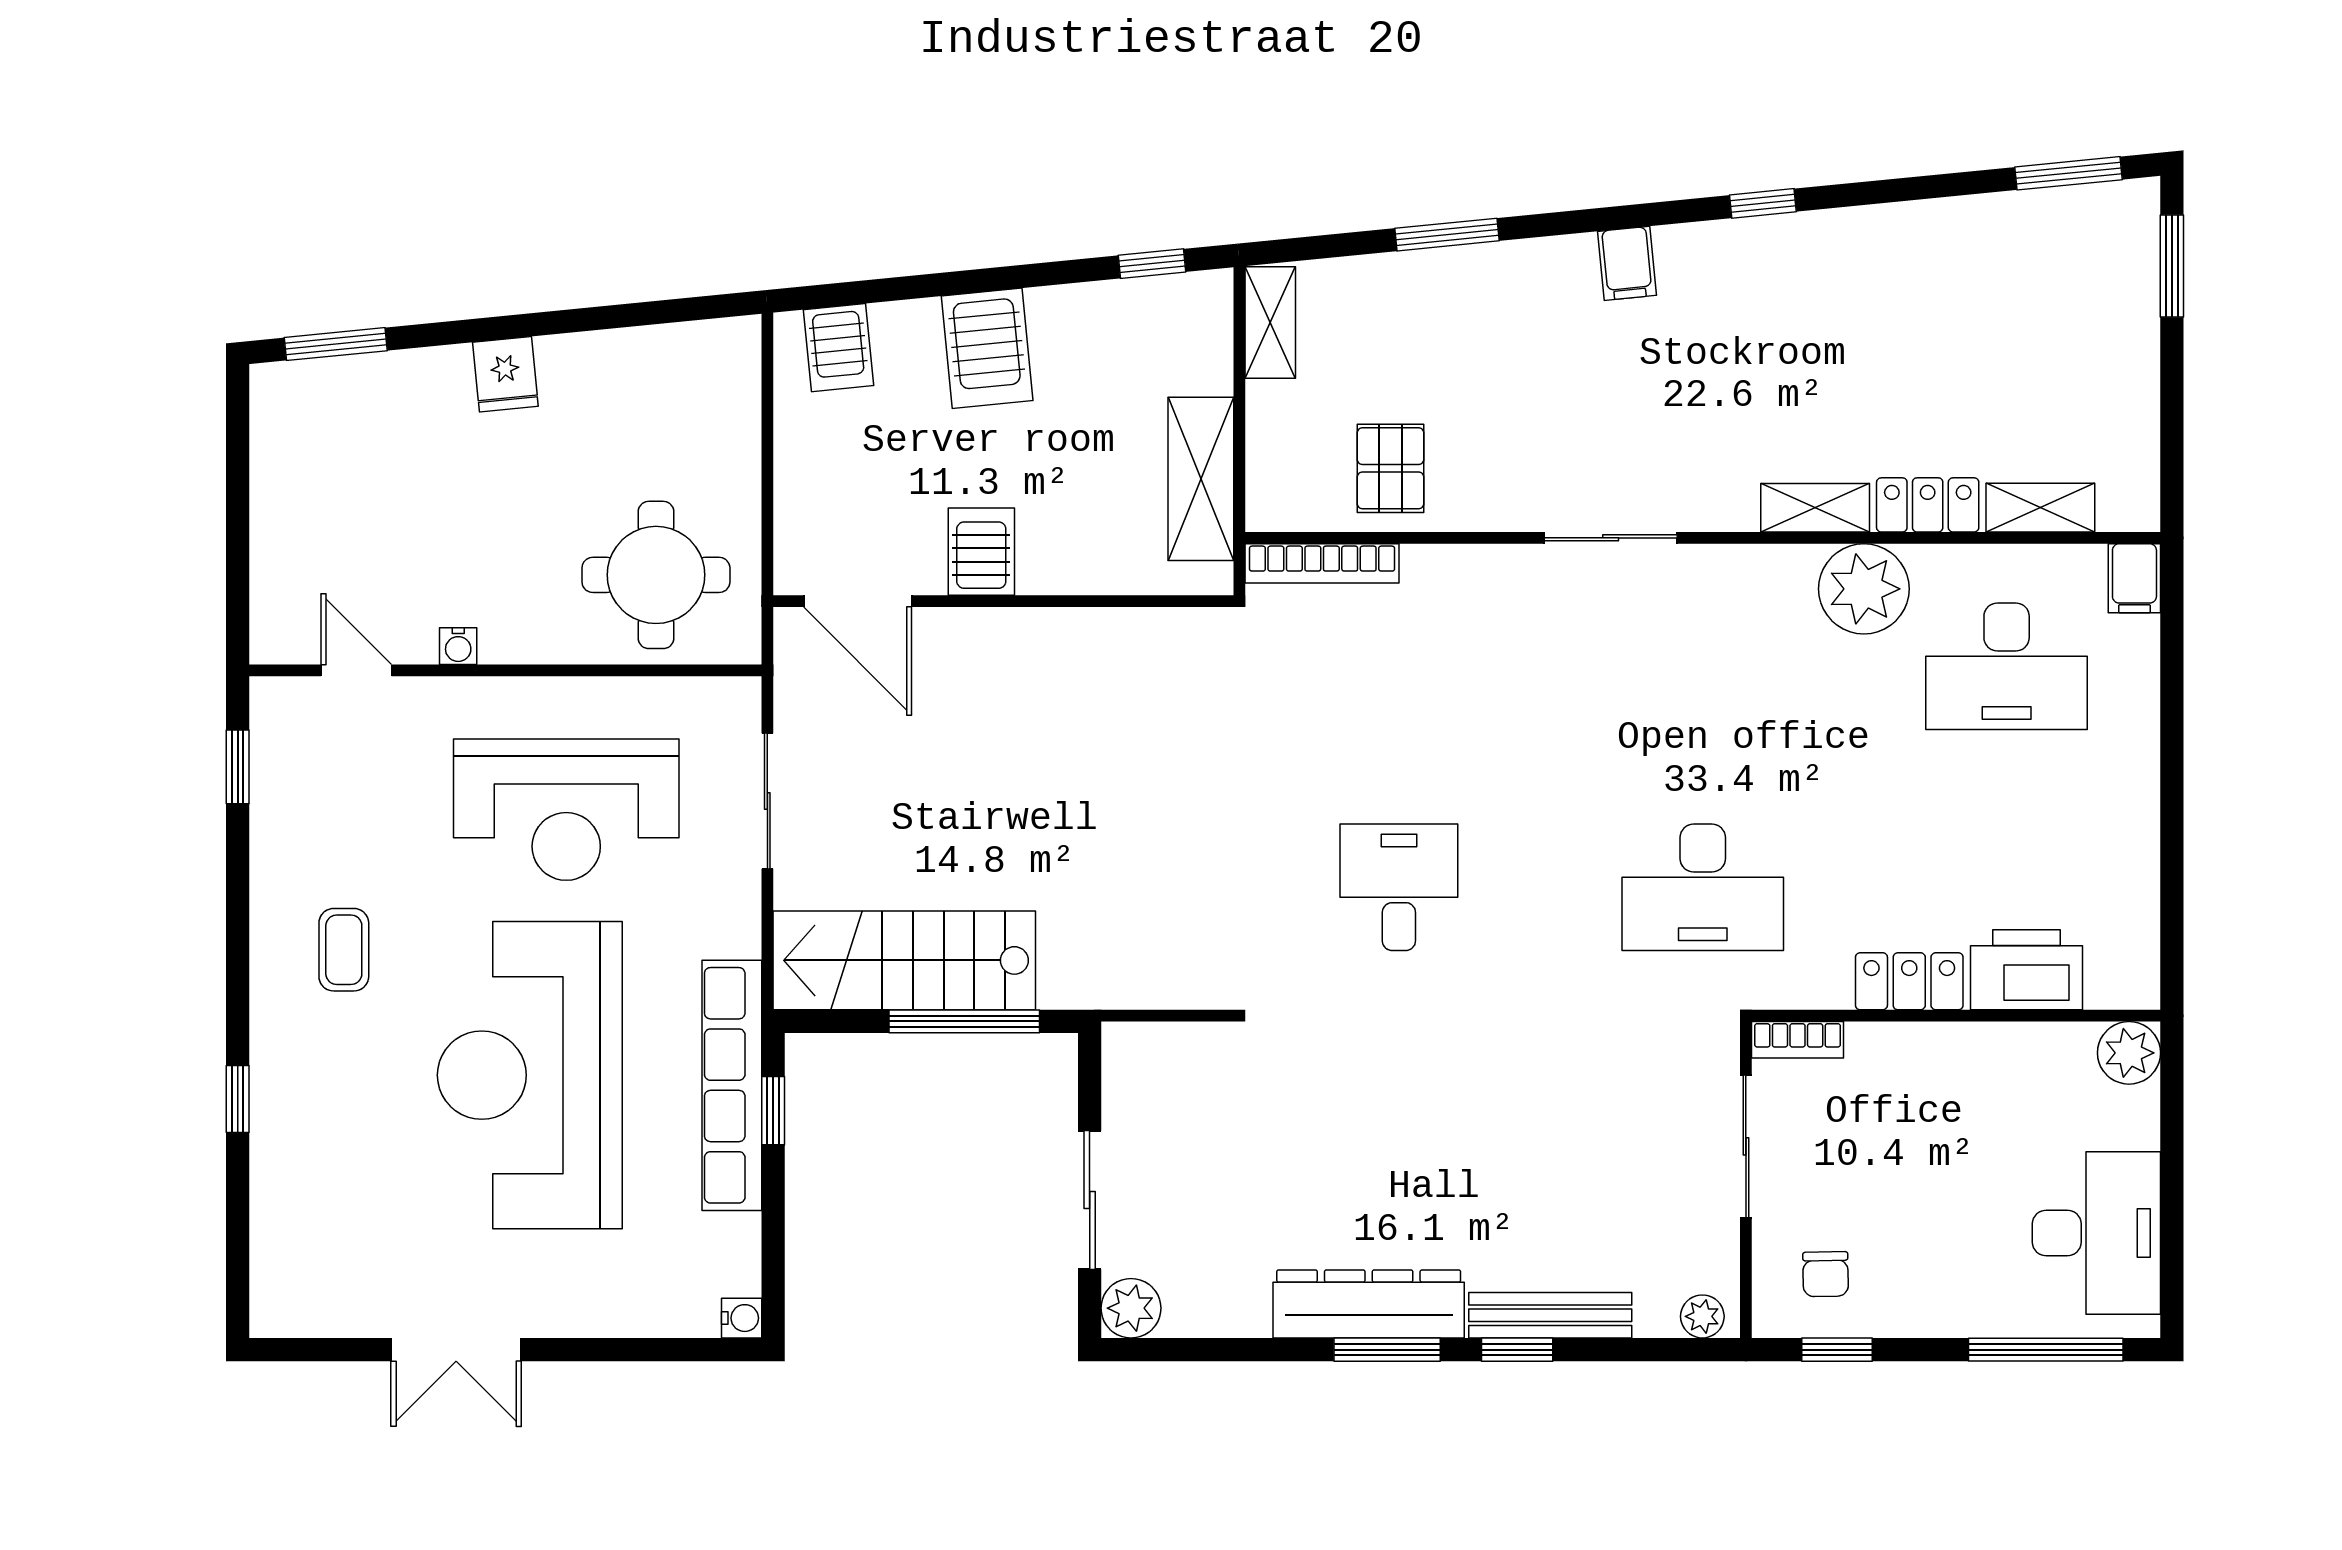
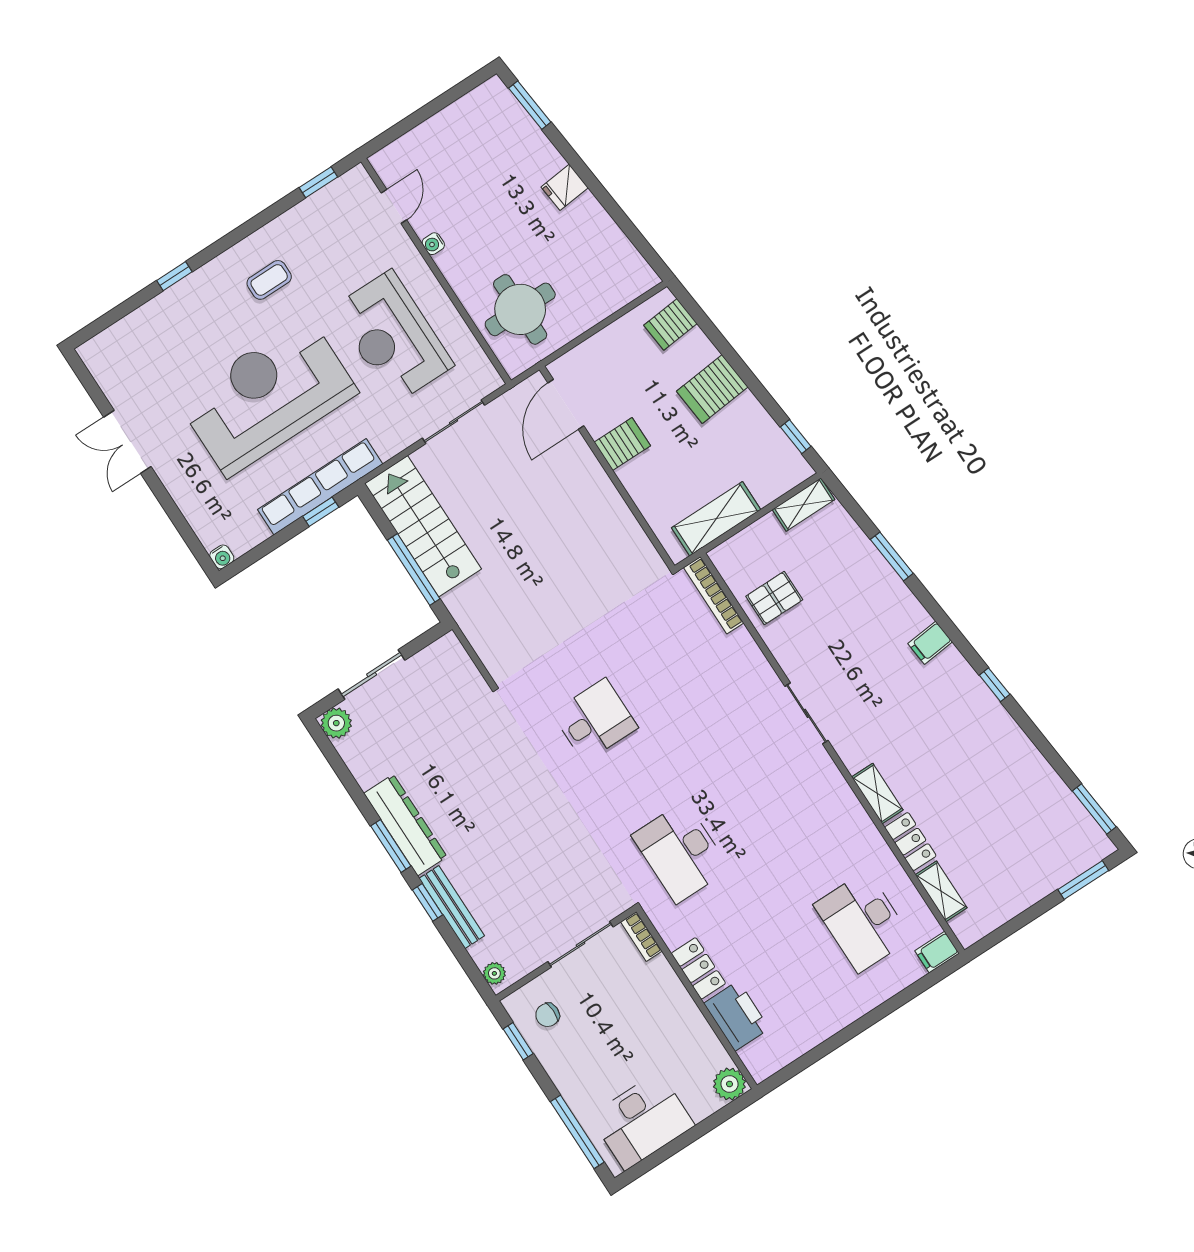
plant: (1864, 589) -> (856, 838), removed

